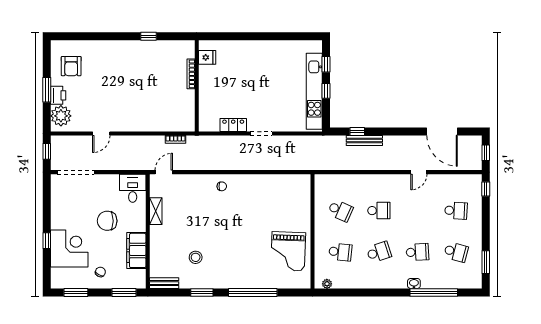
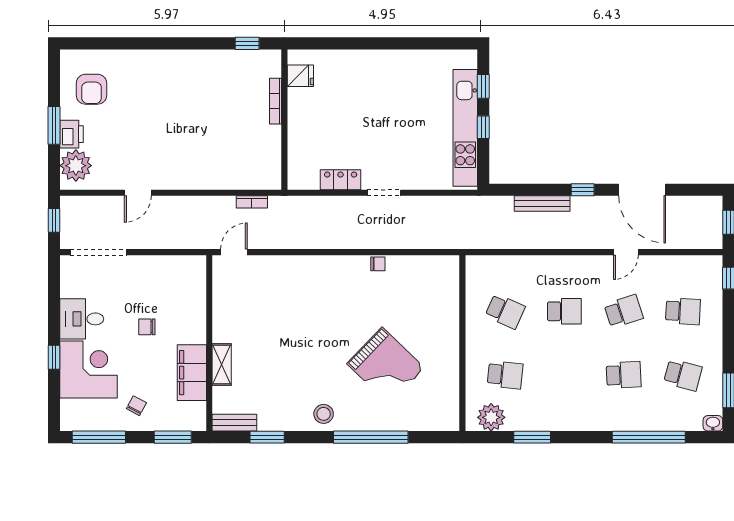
window: (148, 36) -> (247, 43), moved
window: (357, 132) -> (583, 190), moved
door: (442, 132) -> (642, 190), moved
chair: (222, 186) -> (378, 264), moved
desk: (133, 188) -> (82, 319), moved, turned -90
shelving: (156, 211) -> (222, 365), moved
chair: (107, 221) -> (147, 327), width x0.54, depth x0.54
grand piano: (288, 251) -> (386, 366), moved, turned -48
school desk: (379, 252) -> (624, 311), moved
stool: (196, 257) -> (324, 414), moved
washbasin: (414, 283) -> (713, 423), moved
plant: (327, 284) -> (491, 417), width x1.88, depth x1.88
window: (76, 292) -> (99, 437), width x1.44
window: (202, 292) -> (267, 437), moved
window: (358, 292) -> (532, 437), added

